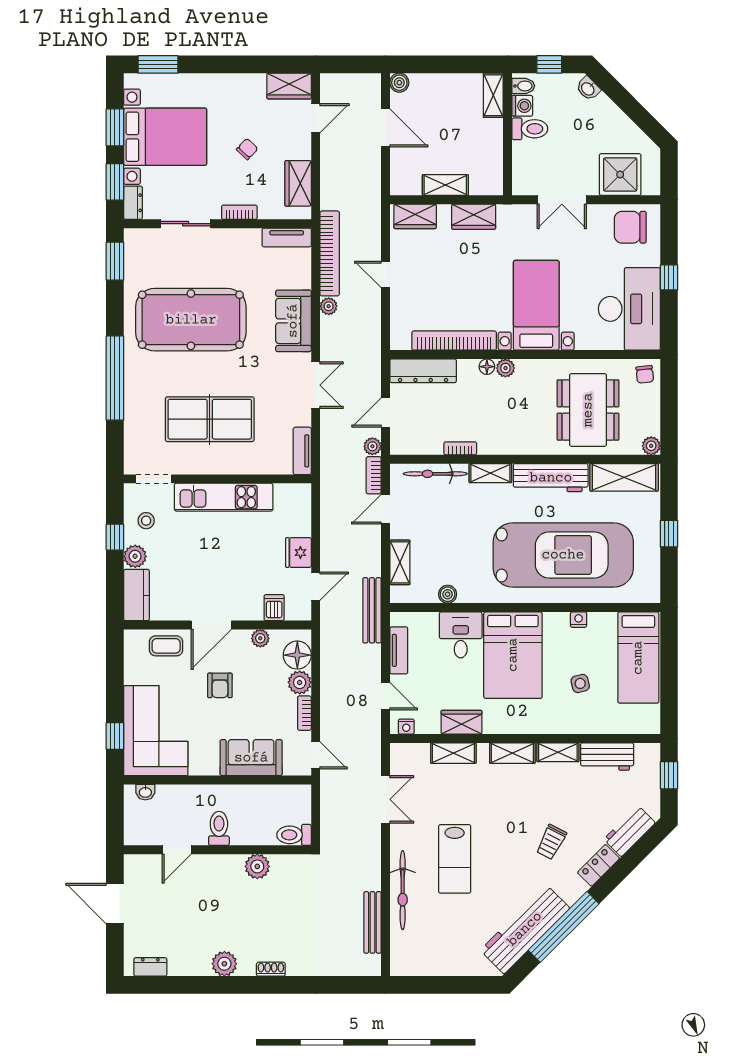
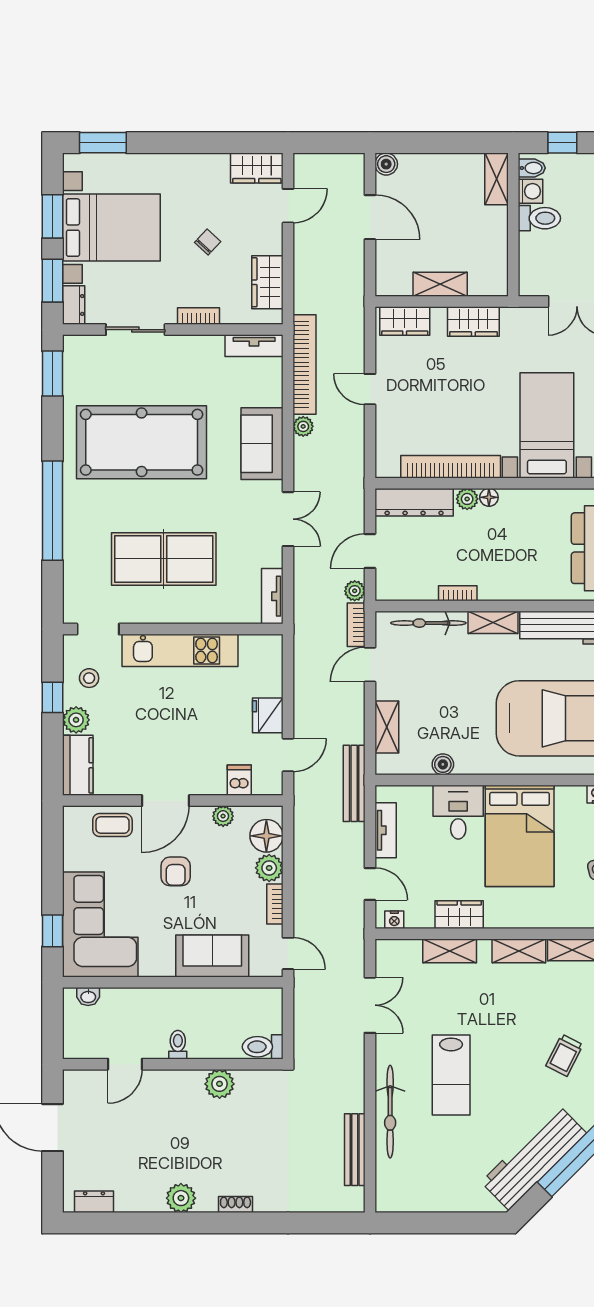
plant: (505, 368) -> (467, 499), moved
toilet: (219, 828) -> (178, 1045), width x0.73, depth x0.72

